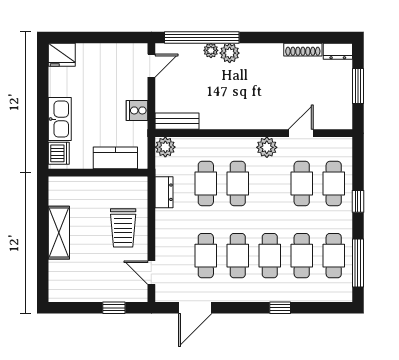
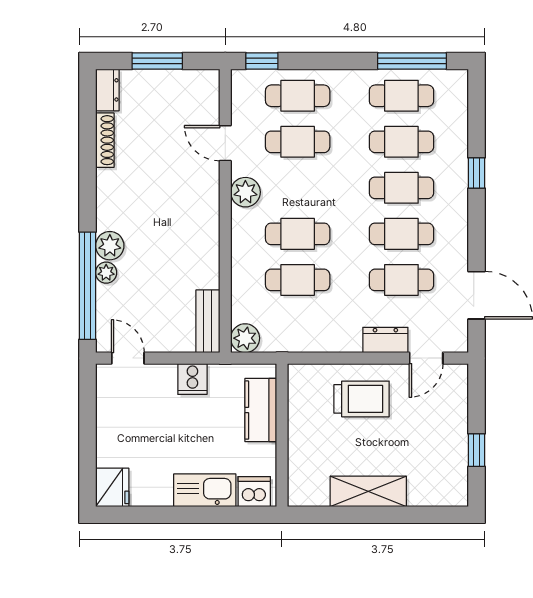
dresser: (164, 192) -> (385, 340), moved
window: (358, 201) -> (262, 61), moved
window: (114, 308) -> (477, 450), moved

